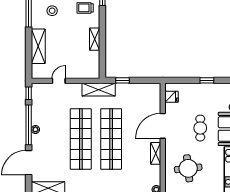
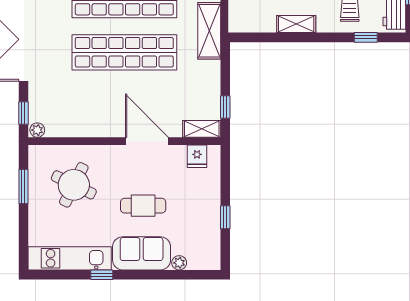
window: (122, 80) -> (225, 107), moved
shelving: (156, 153) -> (202, 129), moved
round table: (188, 168) -> (74, 185), turned 32

